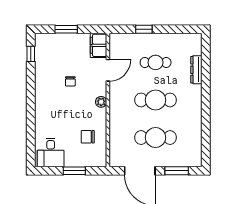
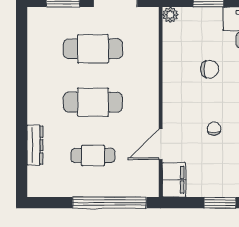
window: (144, 29) -> (109, 203), width x3.17
plant: (101, 102) -> (170, 15), moved
chair: (88, 137) -> (210, 69), moved

